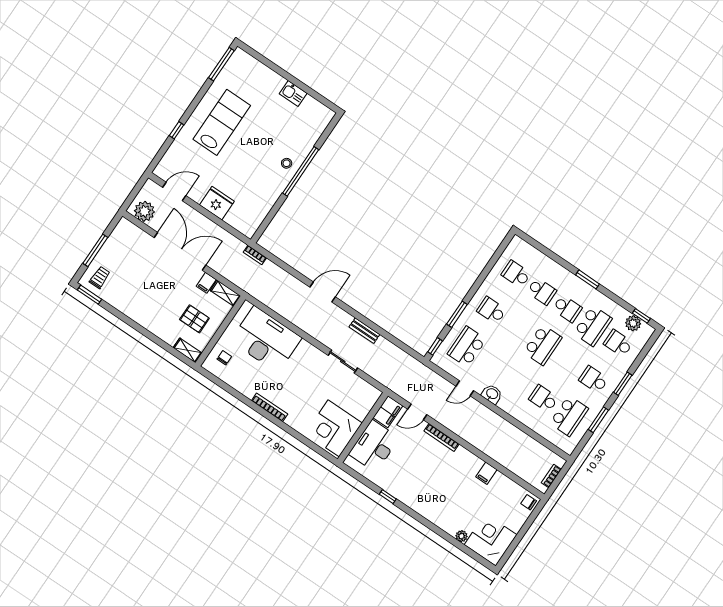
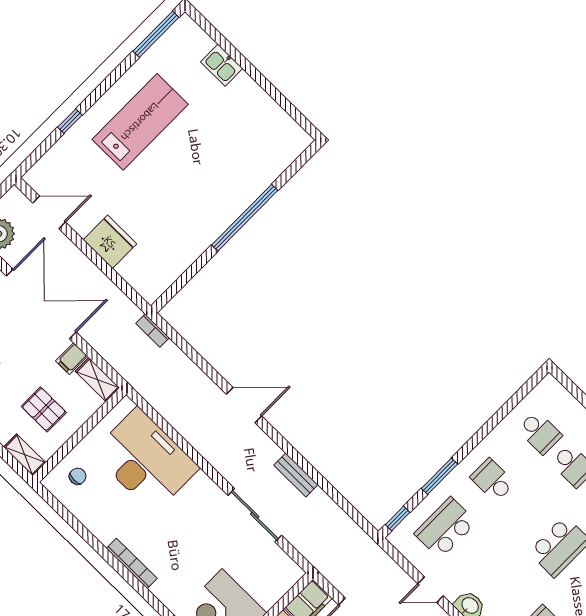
kitchen sink: (293, 94) -> (222, 65), moved
stool: (287, 163) -> (226, 202), removed
school desk: (516, 274) -> (540, 433), turned 180
sliding door: (343, 362) -> (255, 515), width x1.37

